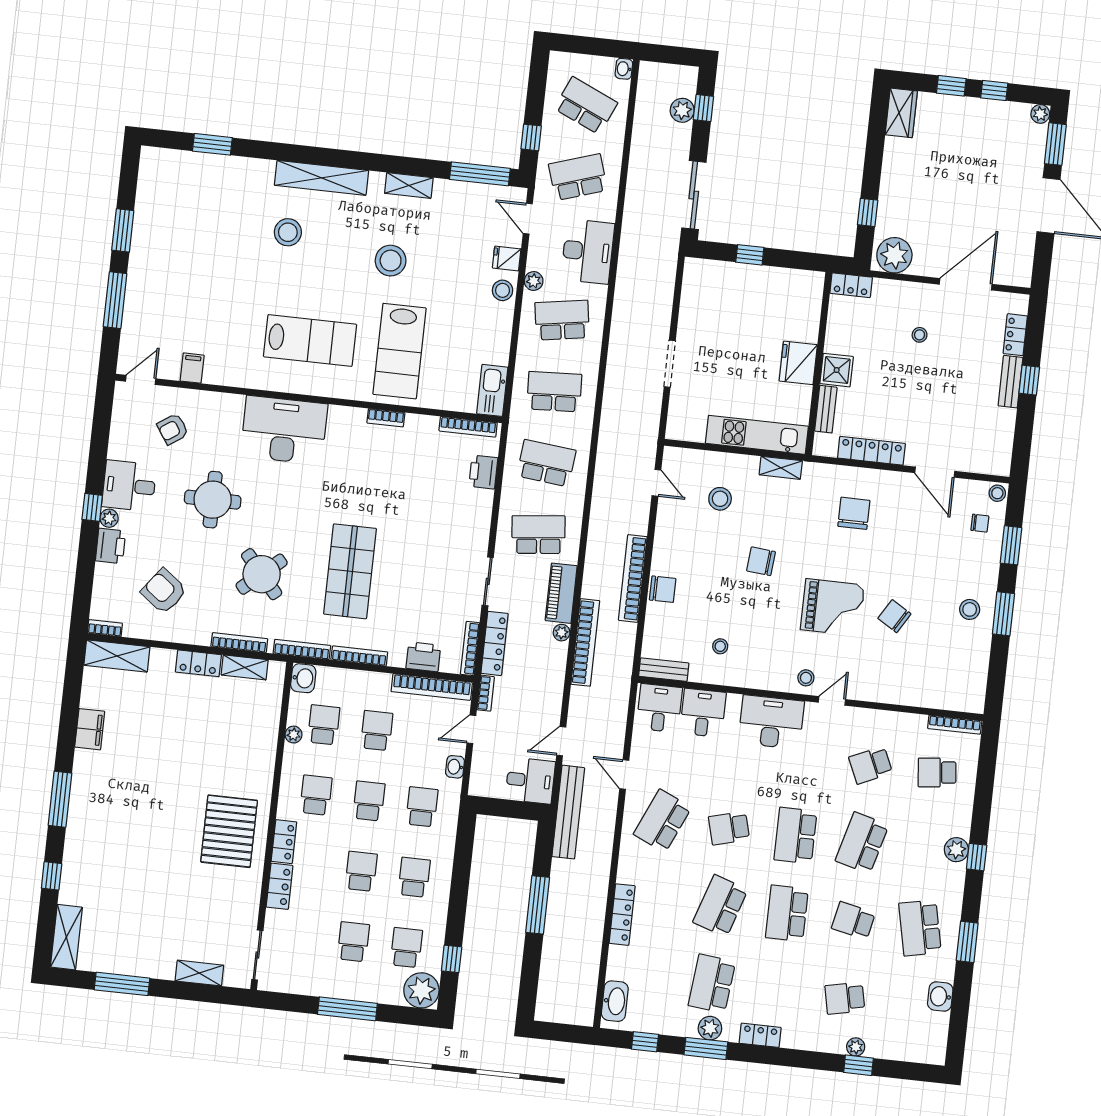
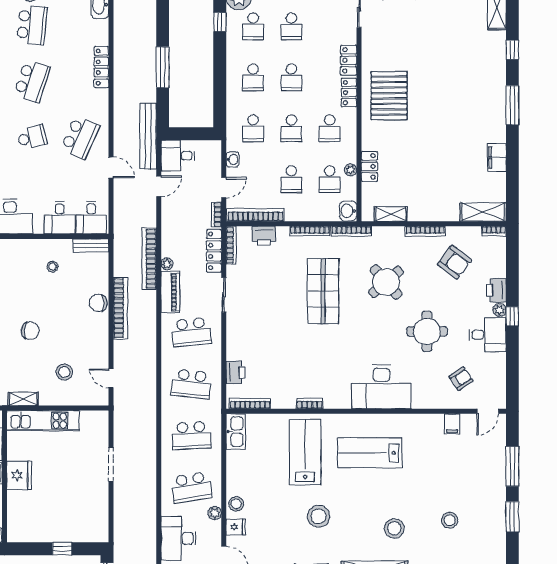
stool: (210, 235) -> (450, 520), added
bookcase: (239, 643) -> (425, 231), moved
locker: (198, 663) -> (369, 166), moved, turned 90

